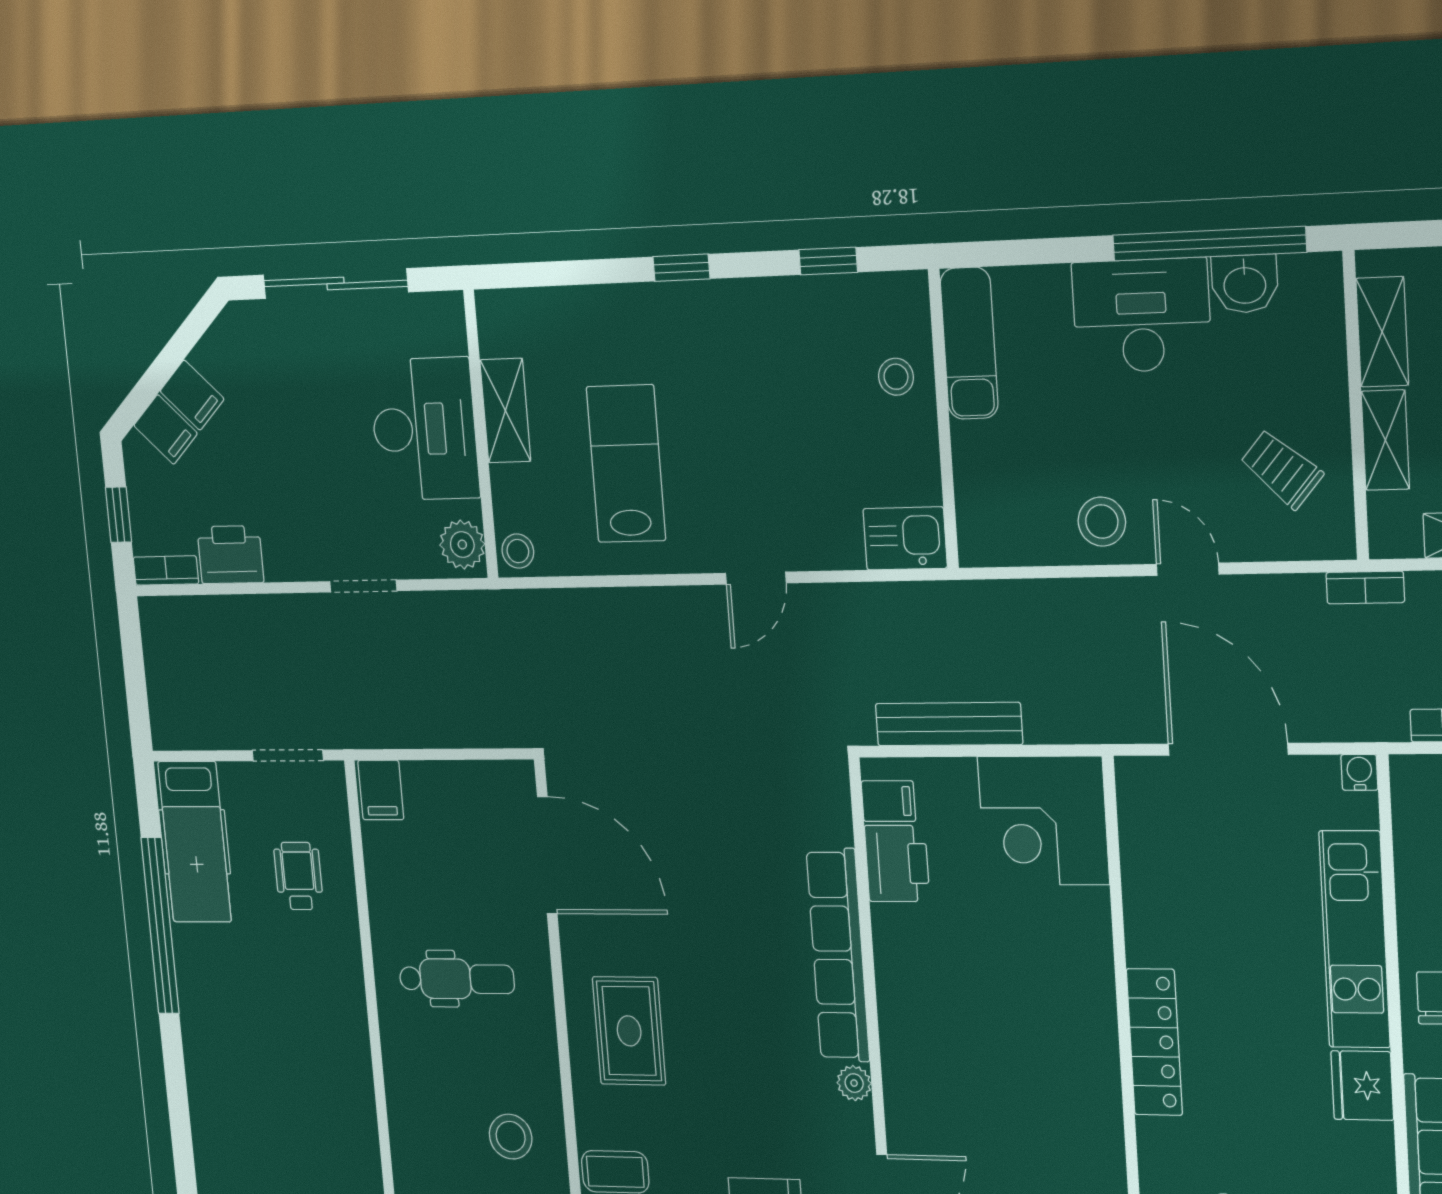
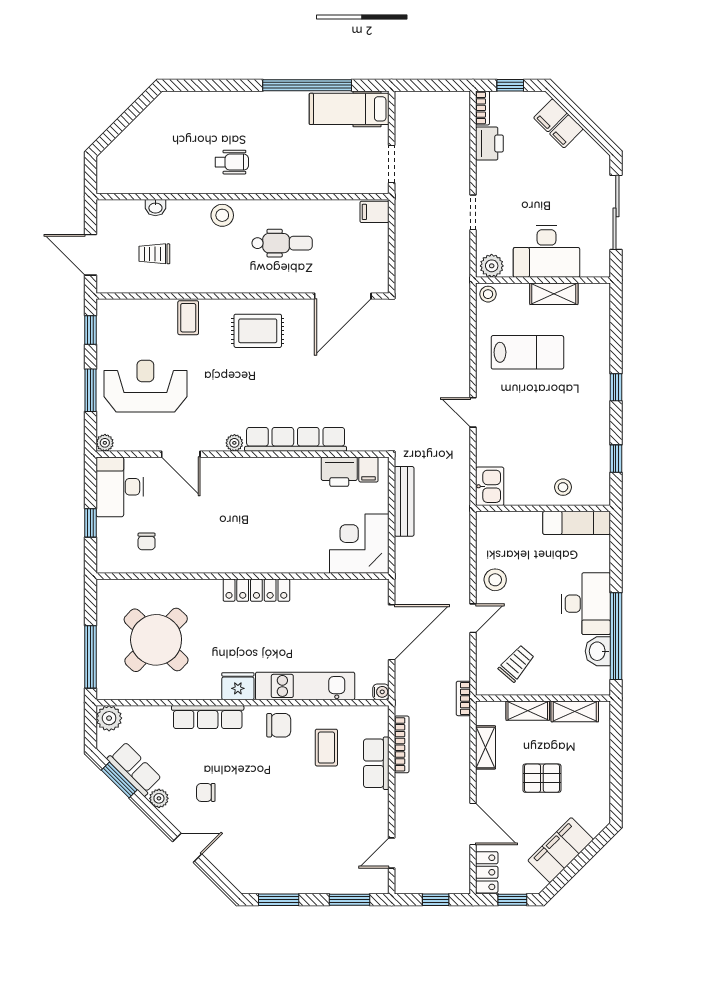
wheelchair: (298, 876) -> (232, 162), moved
dental chair: (457, 979) -> (282, 243), turned -90
stool: (511, 1137) -> (222, 215), moved

